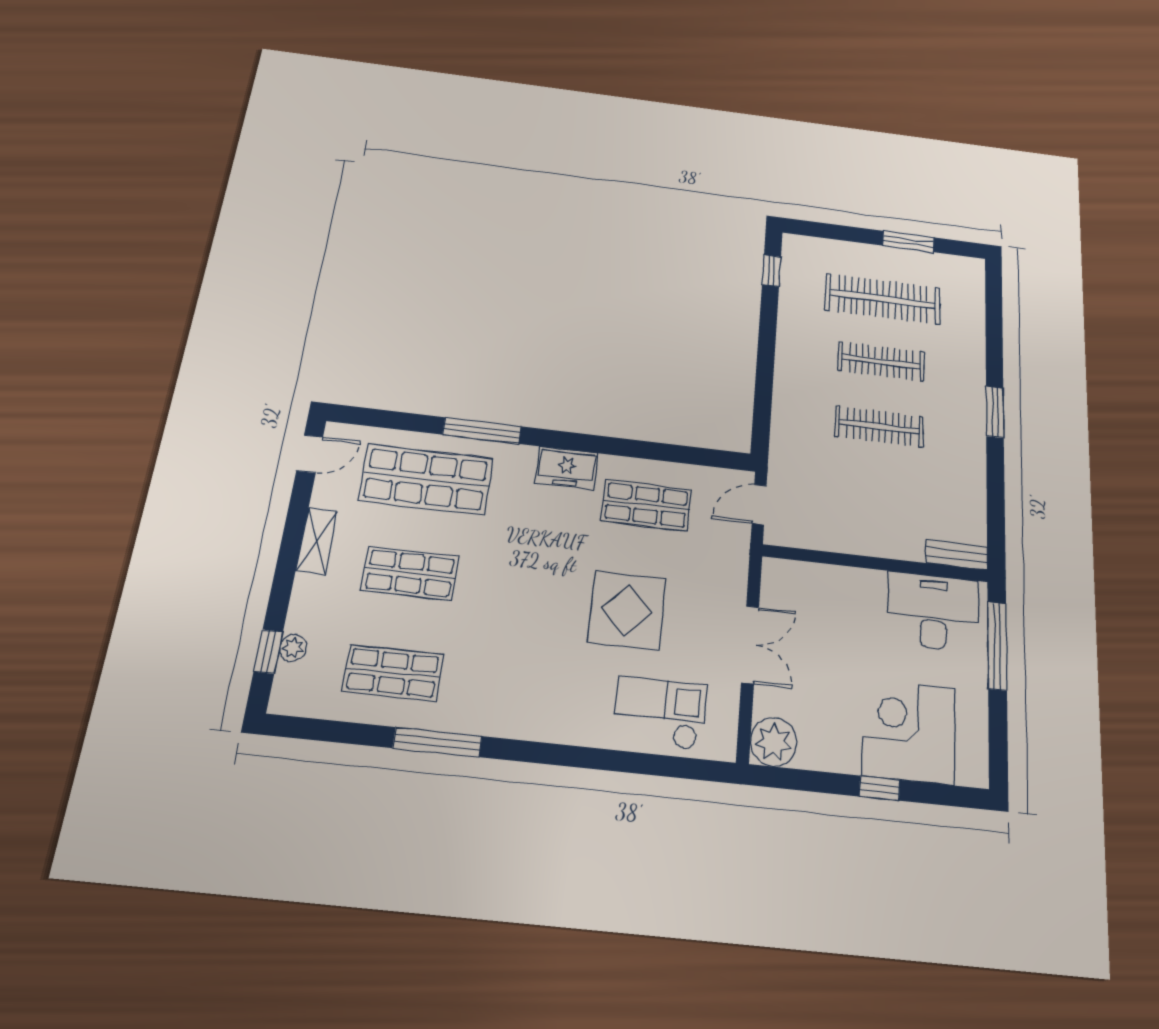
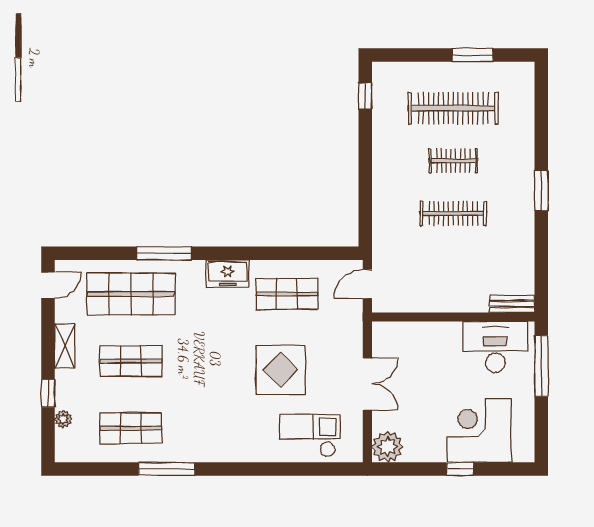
clothes rail: (881, 361) -> (453, 161), width x0.73
window: (268, 652) -> (48, 393), moved

